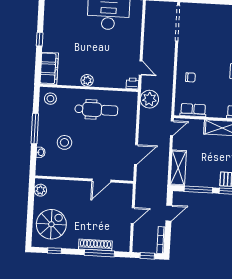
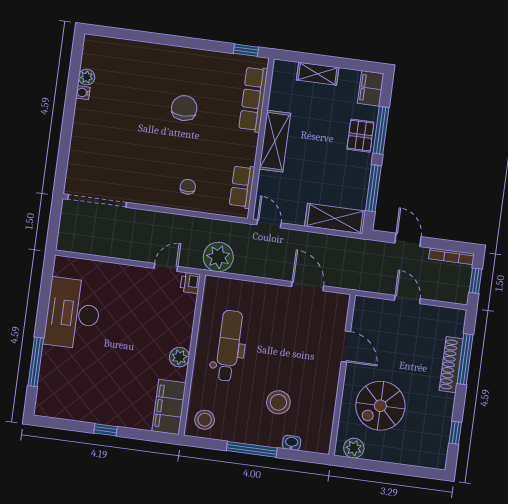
filing cabinet: (49, 68) -> (169, 407), moved, turned -90
spiral stairs: (51, 224) -> (380, 406), moved, turned -90

